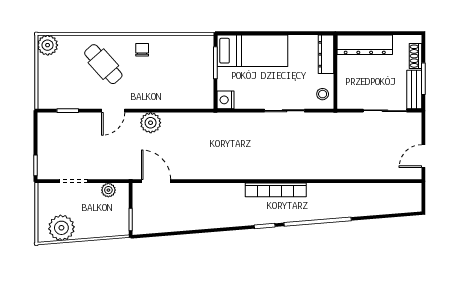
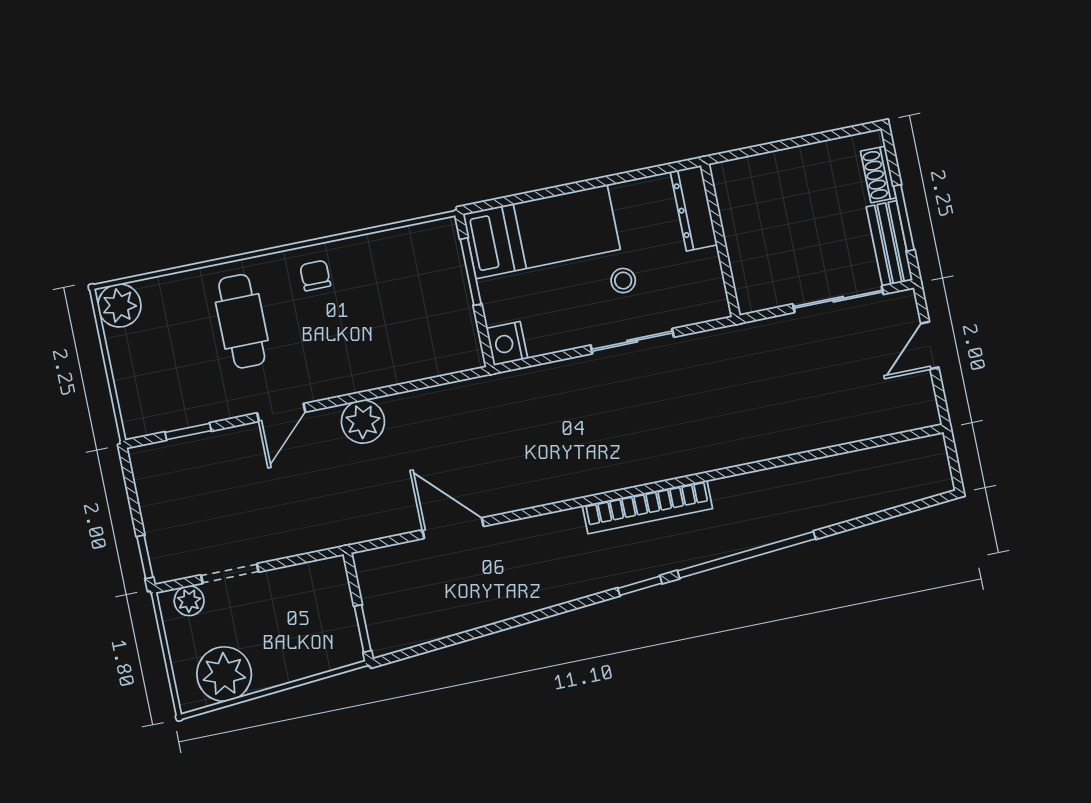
dresser: (365, 45) -> (769, 172), removed
cafe table: (103, 64) -> (242, 321), turned 42
stool: (323, 94) -> (623, 281), moved
door: (423, 156) -> (930, 345), moved
door: (156, 181) -> (453, 528), moved
plant: (108, 190) -> (189, 601), moved

